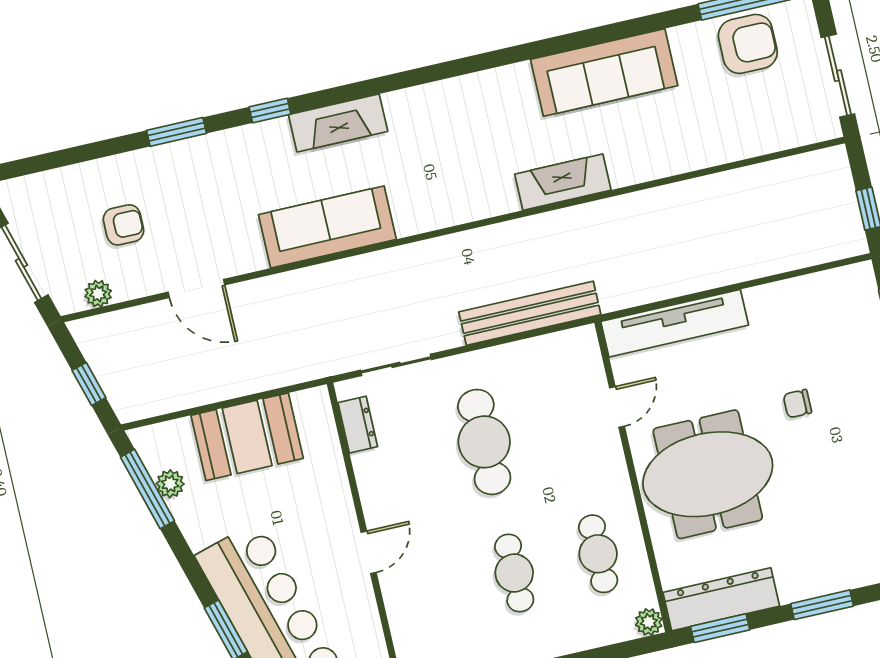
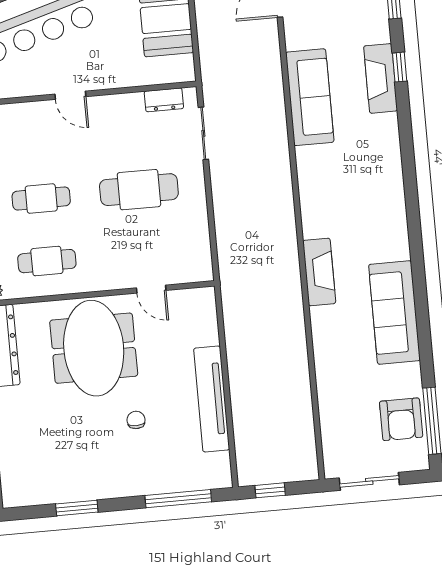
fireplace: (338, 123) -> (381, 78), moved
bench: (530, 313) -> (228, 235), removed
tv unit: (675, 323) -> (212, 399), moved

